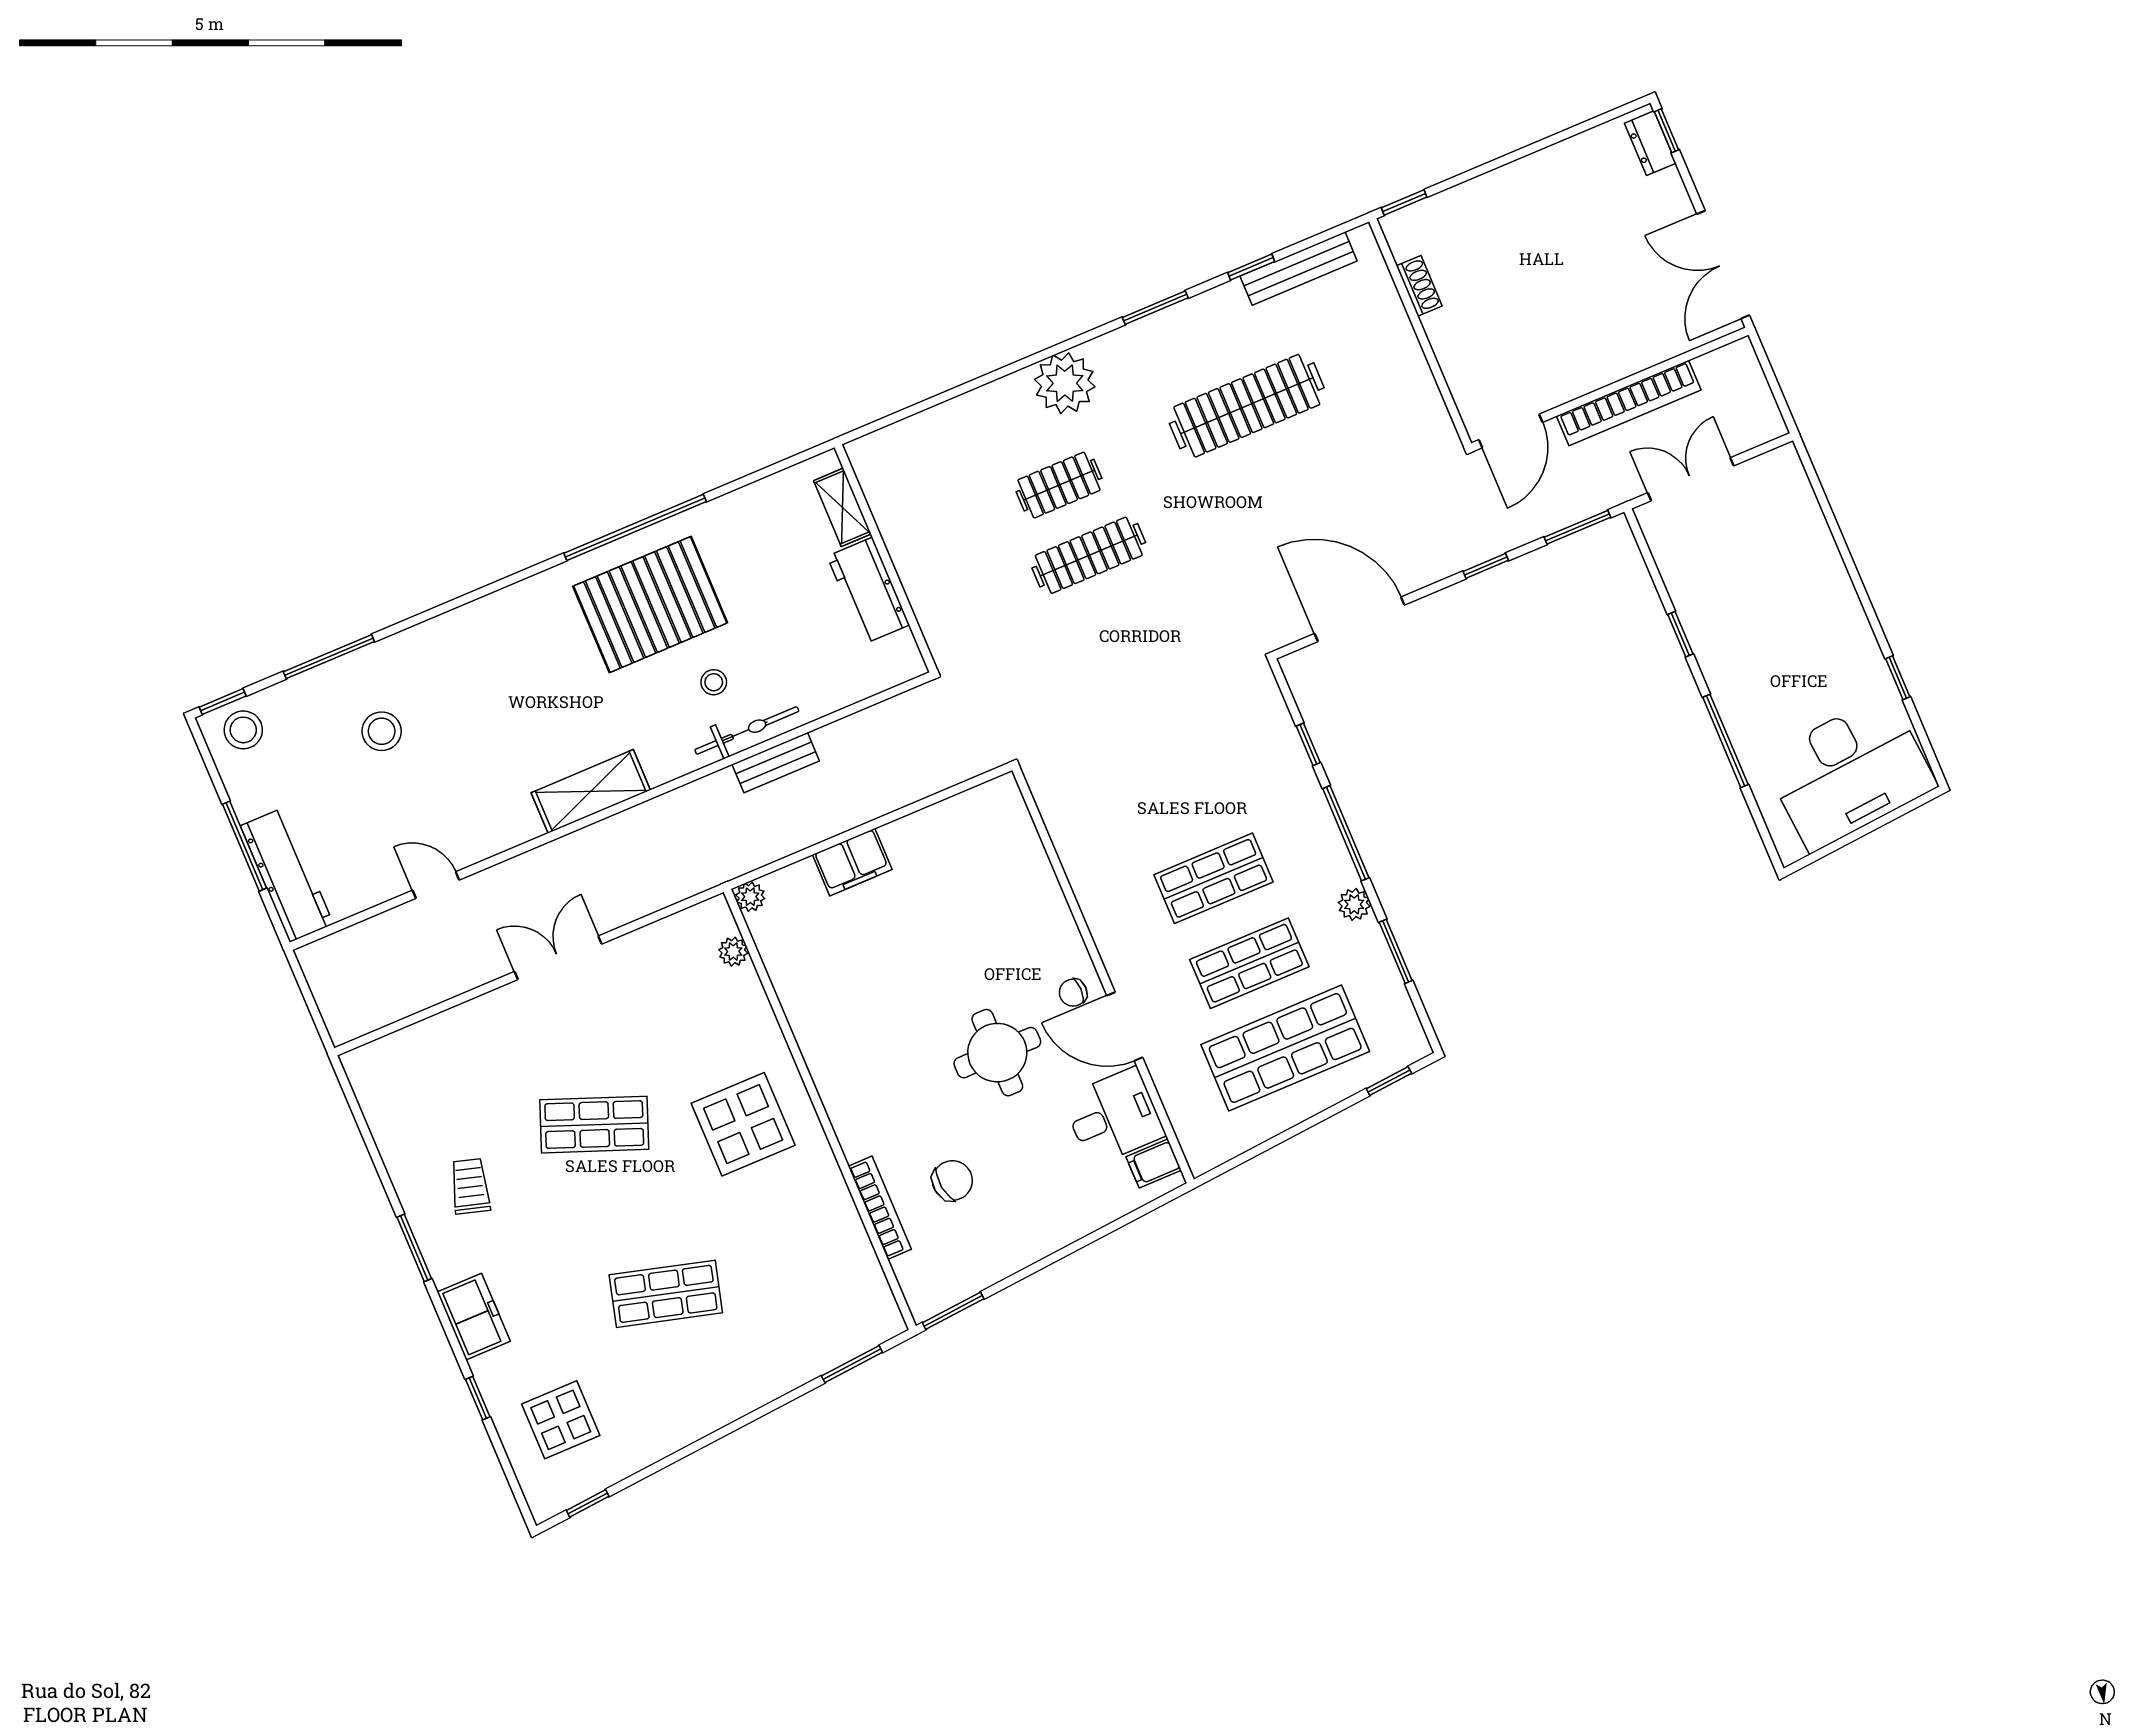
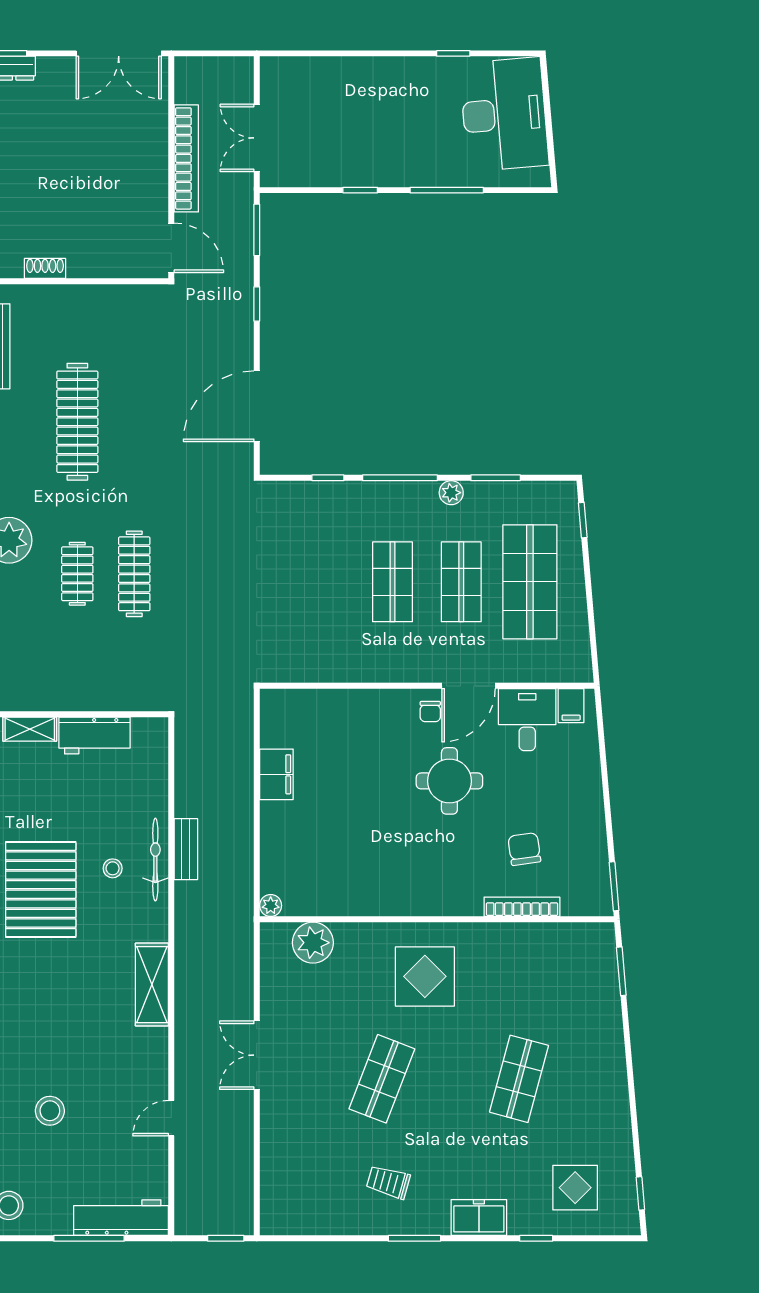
filing cabinet: (852, 862) -> (276, 774), moved
plant: (733, 952) -> (313, 943), width x1.87, depth x1.87
window: (316, 1015) -> (226, 1238), added

